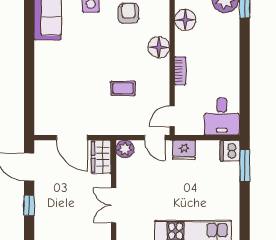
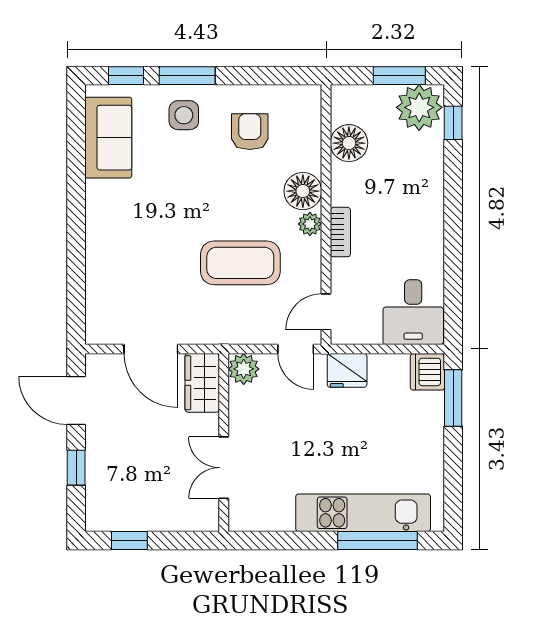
plant: (163, 66) -> (310, 224), added
coffee table: (123, 88) -> (240, 263), width x1.86, depth x1.72

